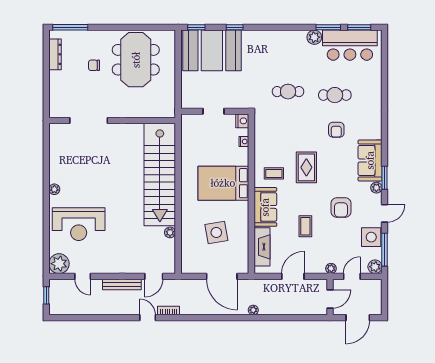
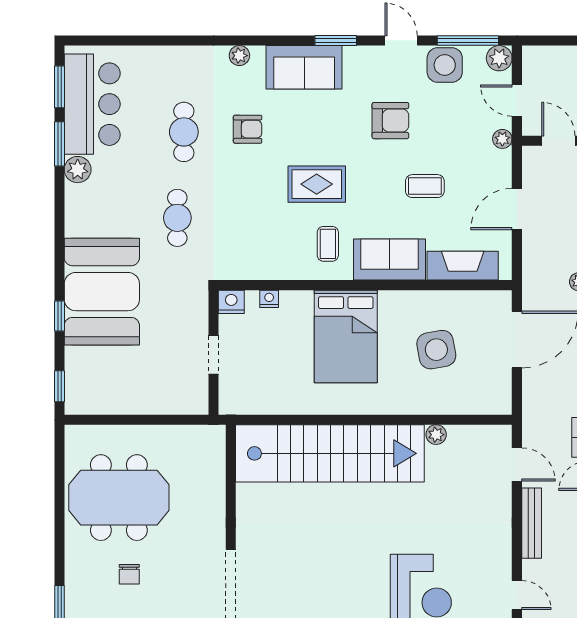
booth: (212, 50) -> (102, 292), moved
plant: (376, 188) -> (239, 56), moved
door: (83, 276) -> (517, 595), hinge flipped
door: (293, 276) -> (517, 209), hinge flipped

